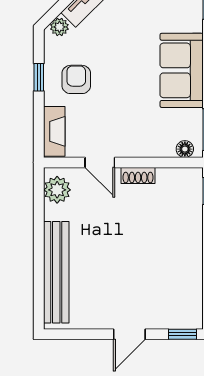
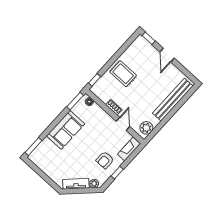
rug: (172, 242) -> (123, 74), added
door: (129, 334) -> (167, 55), swing flipped

